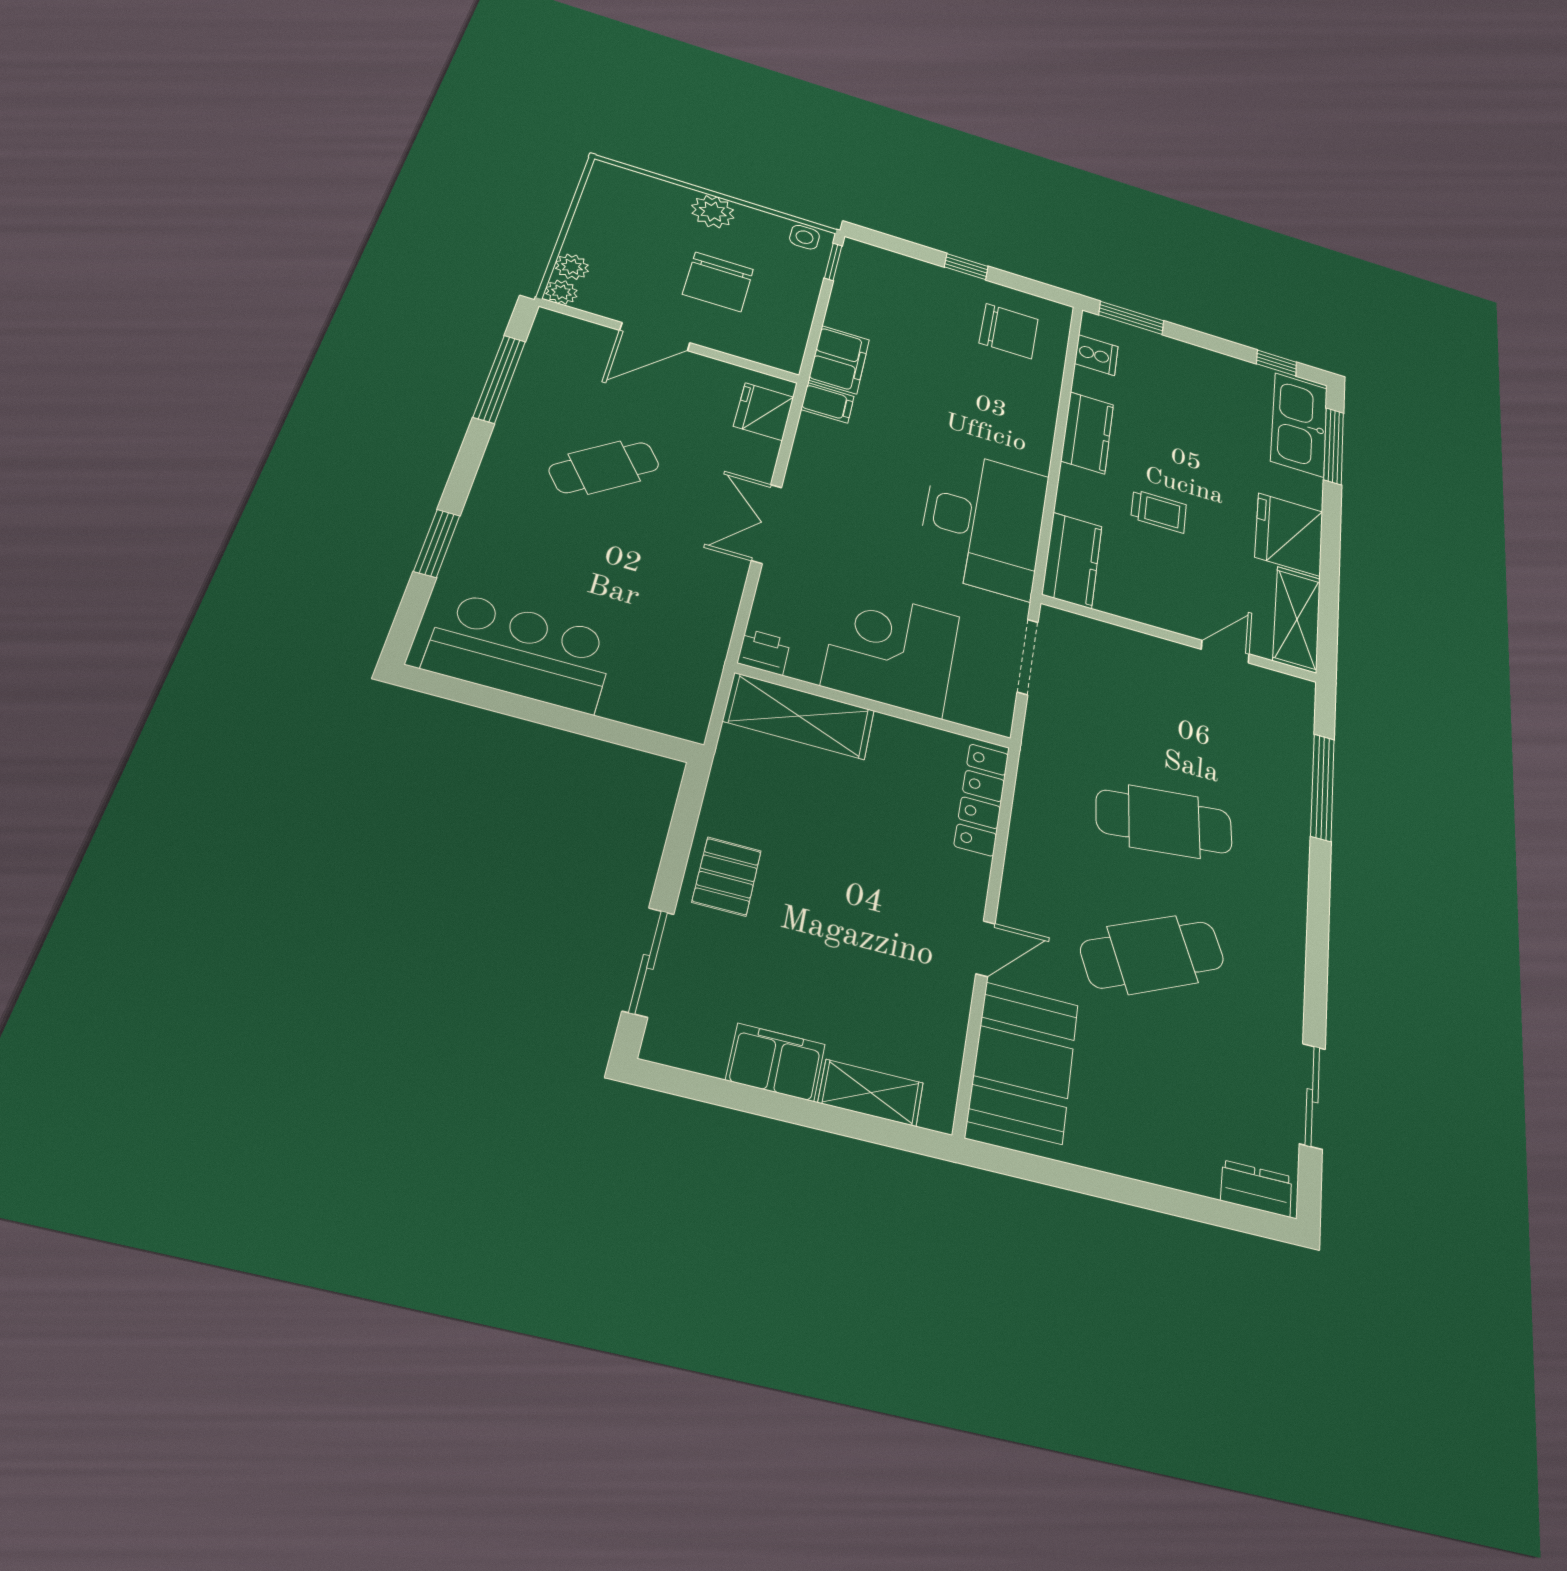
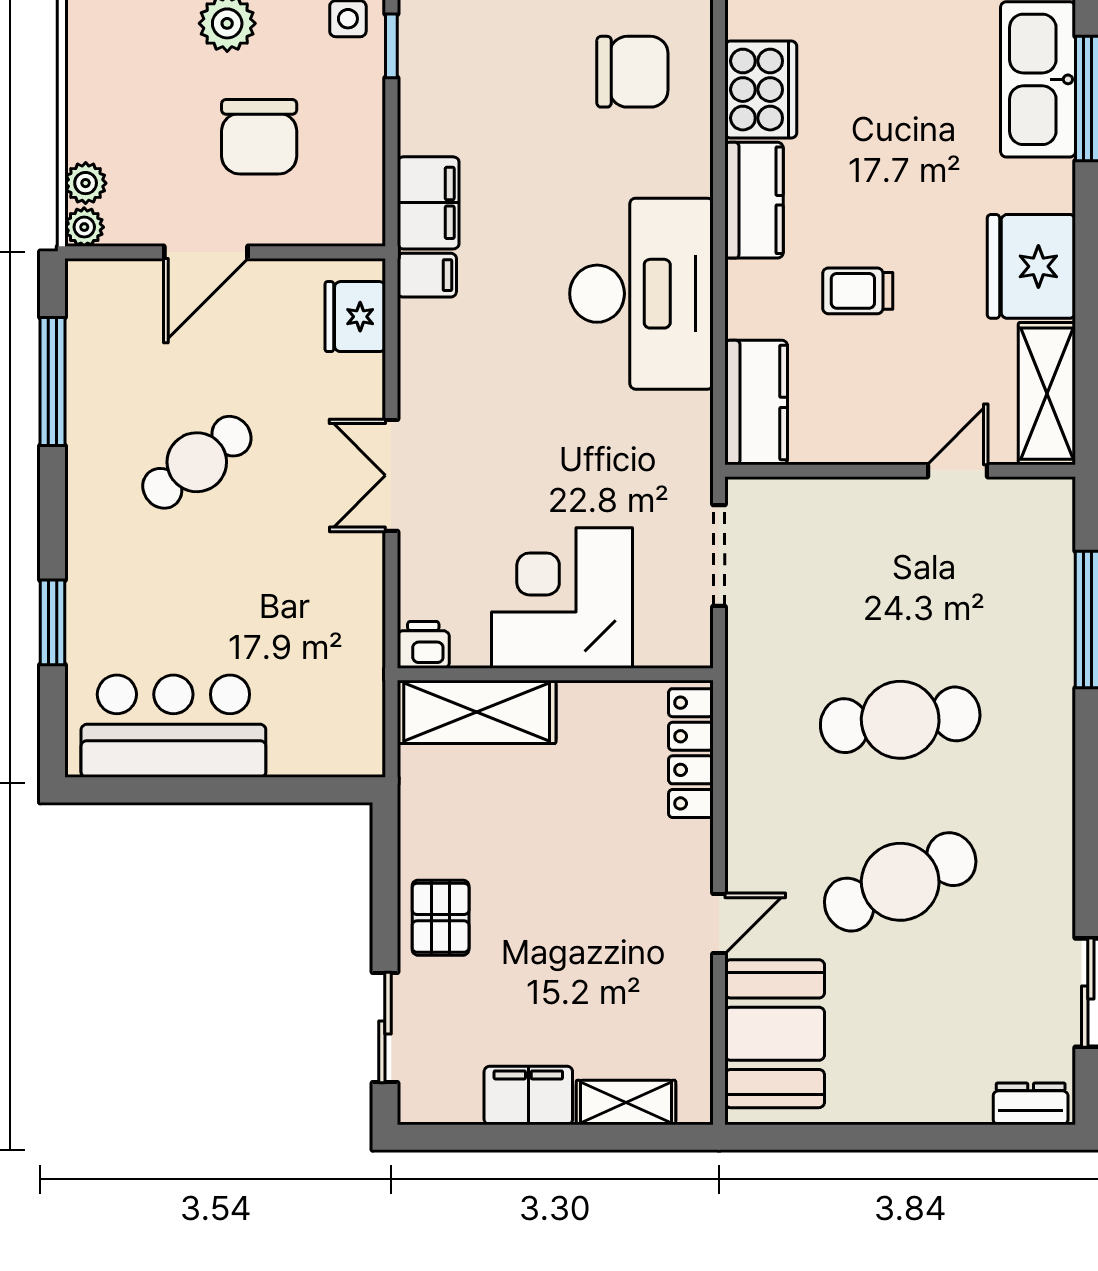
cooker: (1096, 355) -> (761, 90), width x1.87, depth x1.31
trolley: (1159, 511) -> (858, 291), turned 180
desk: (983, 522) -> (641, 294), moved

